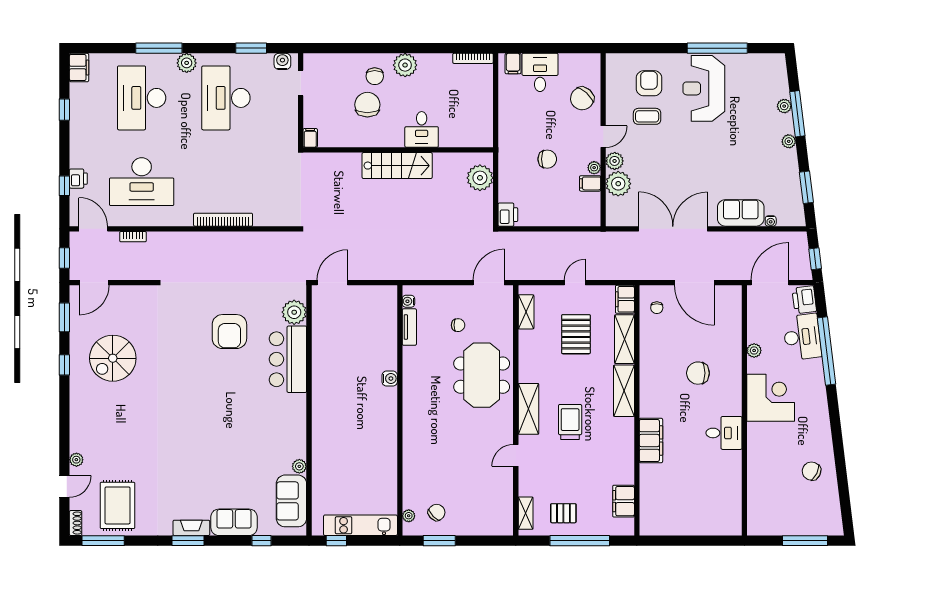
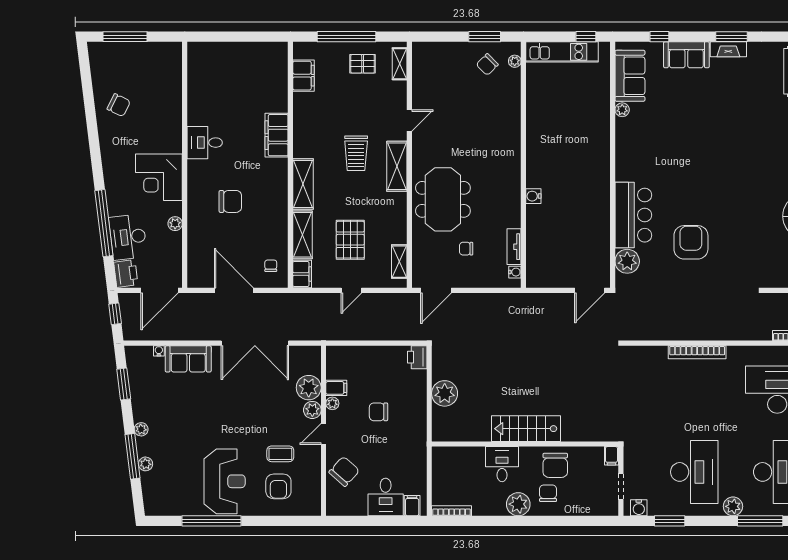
desk: (422, 129) -> (502, 464), moved
filing cabinet: (310, 138) -> (611, 456), moved
wall: (398, 150) -> (525, 444), moved
stairs: (397, 166) -> (526, 429), moved

